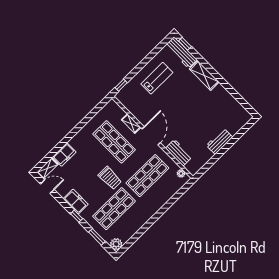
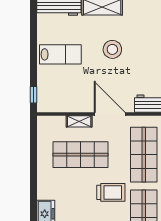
lab bench: (157, 78) -> (60, 54), turned 90
stool: (187, 103) -> (112, 49), added

